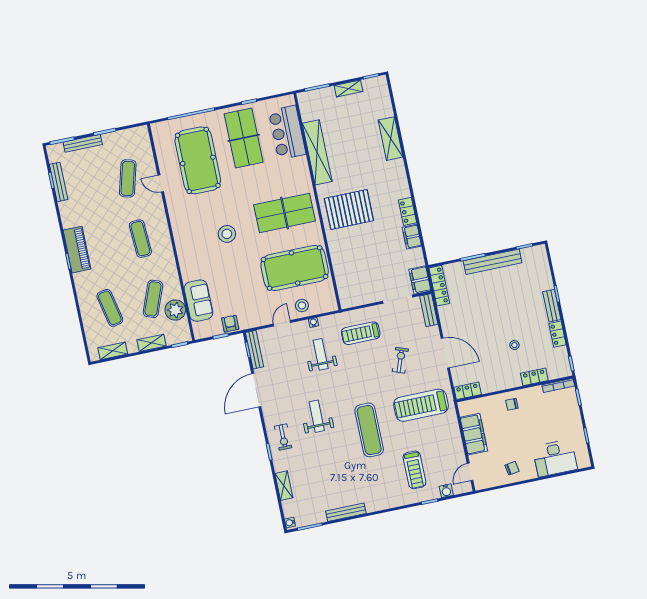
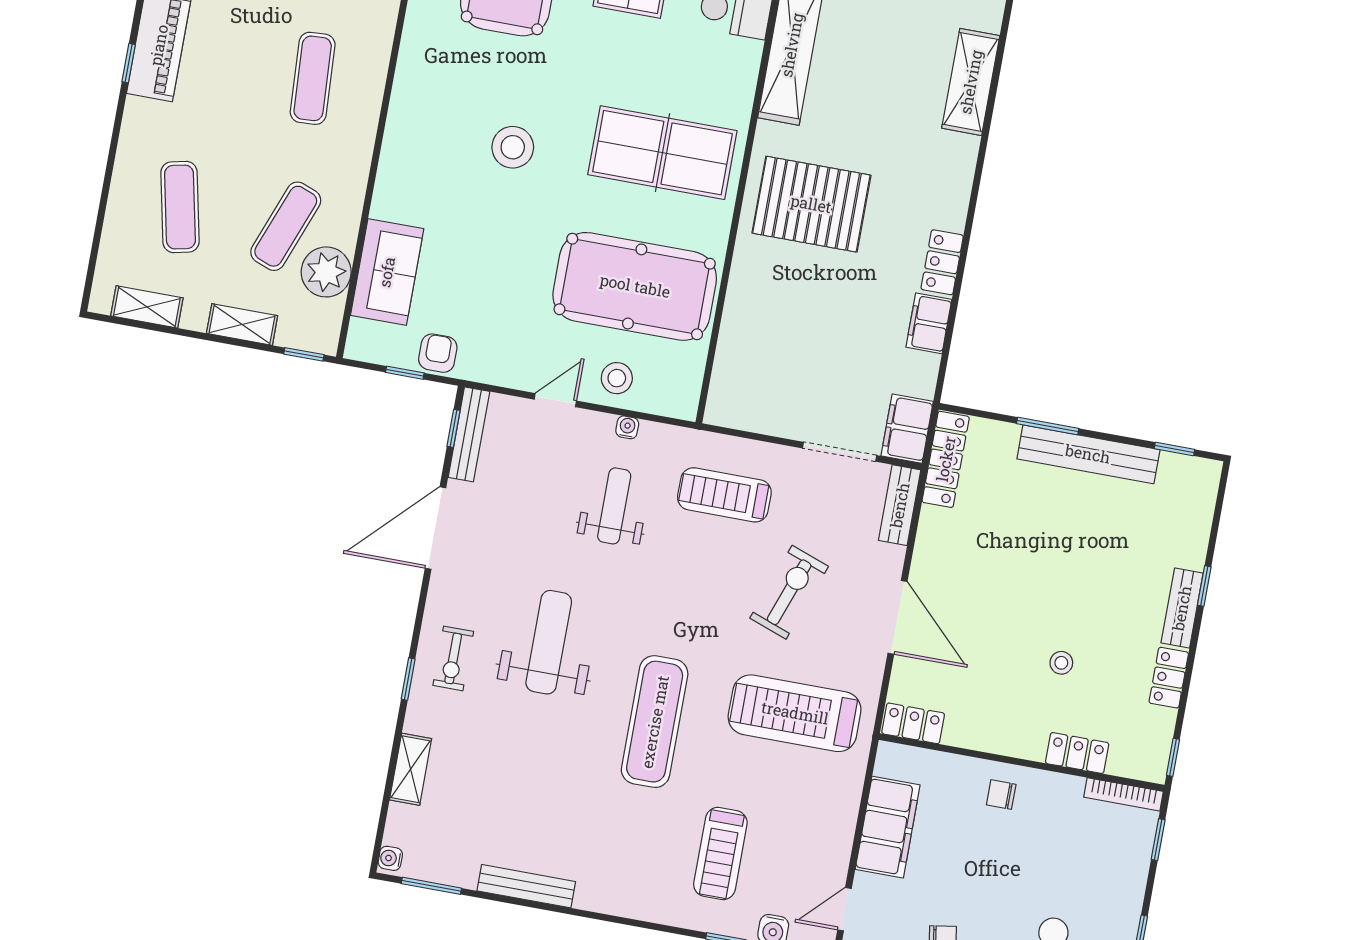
exercise bike: (400, 360) -> (789, 592), width x1.38, depth x1.39
weight bench: (317, 416) -> (549, 642), width x1.36, depth x1.33

